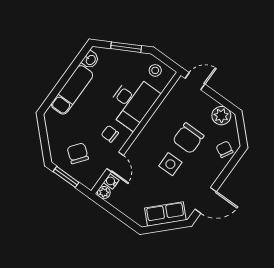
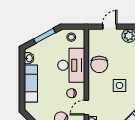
door: (195, 81) -> (110, 27), moved
chair: (188, 138) -> (99, 64), moved
door: (115, 162) -> (86, 107), swing flipped

